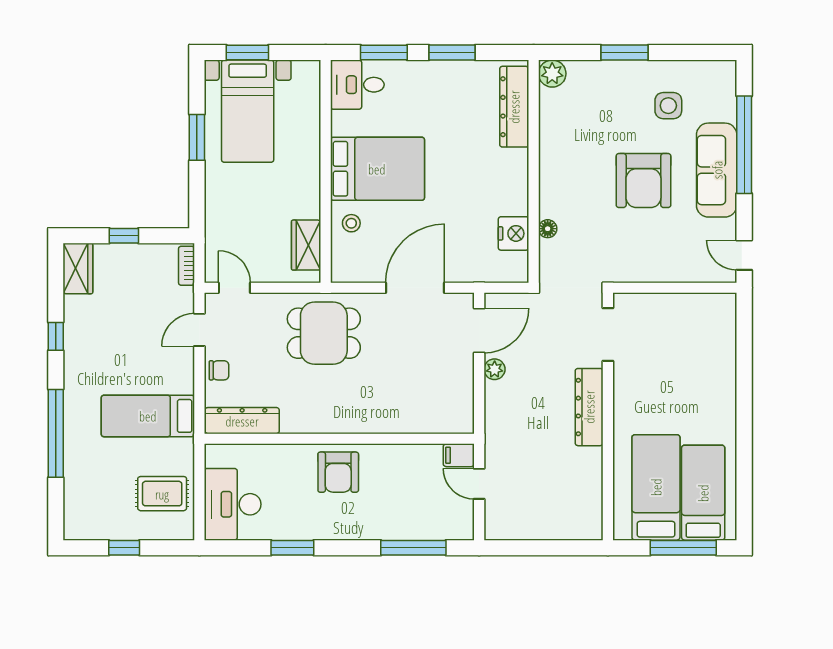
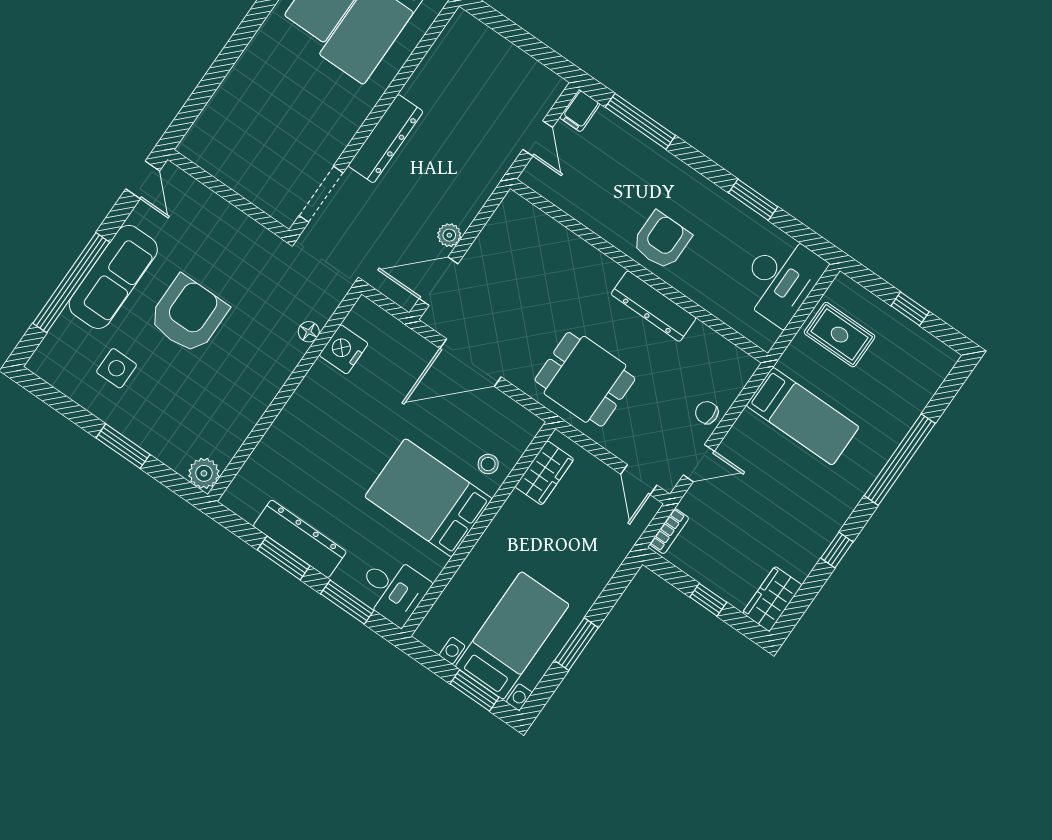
dresser: (514, 107) -> (300, 539), moved, turned -90
dresser: (242, 421) -> (654, 306), moved
filing cabinet: (459, 455) -> (580, 111), moved, turned 90

